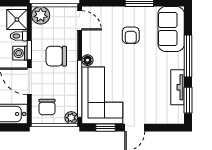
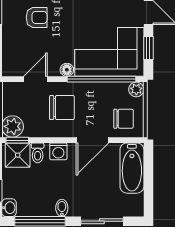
door: (80, 20) -> (35, 79), moved
window: (29, 50) -> (17, 140), moved
chair: (56, 56) -> (62, 108), turned -90

